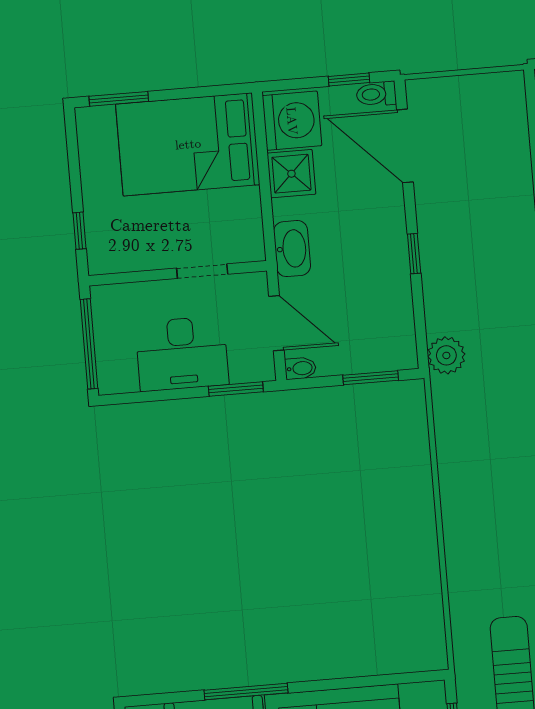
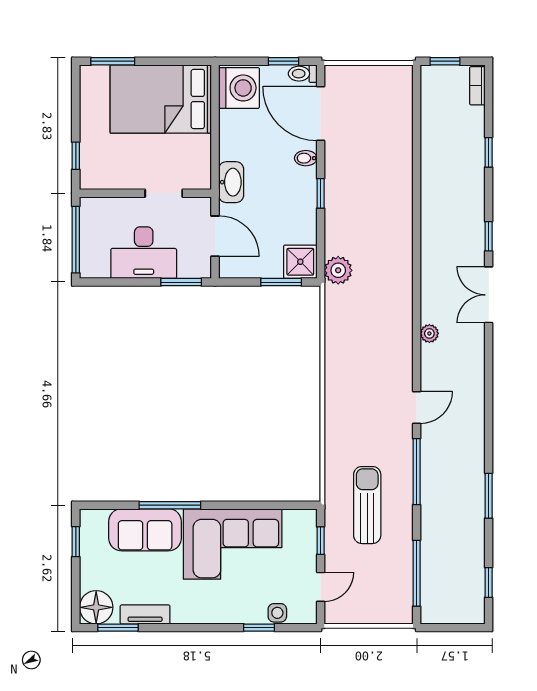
shower: (291, 174) -> (300, 262), moved
bidet: (300, 368) -> (306, 158), moved, turned 180

